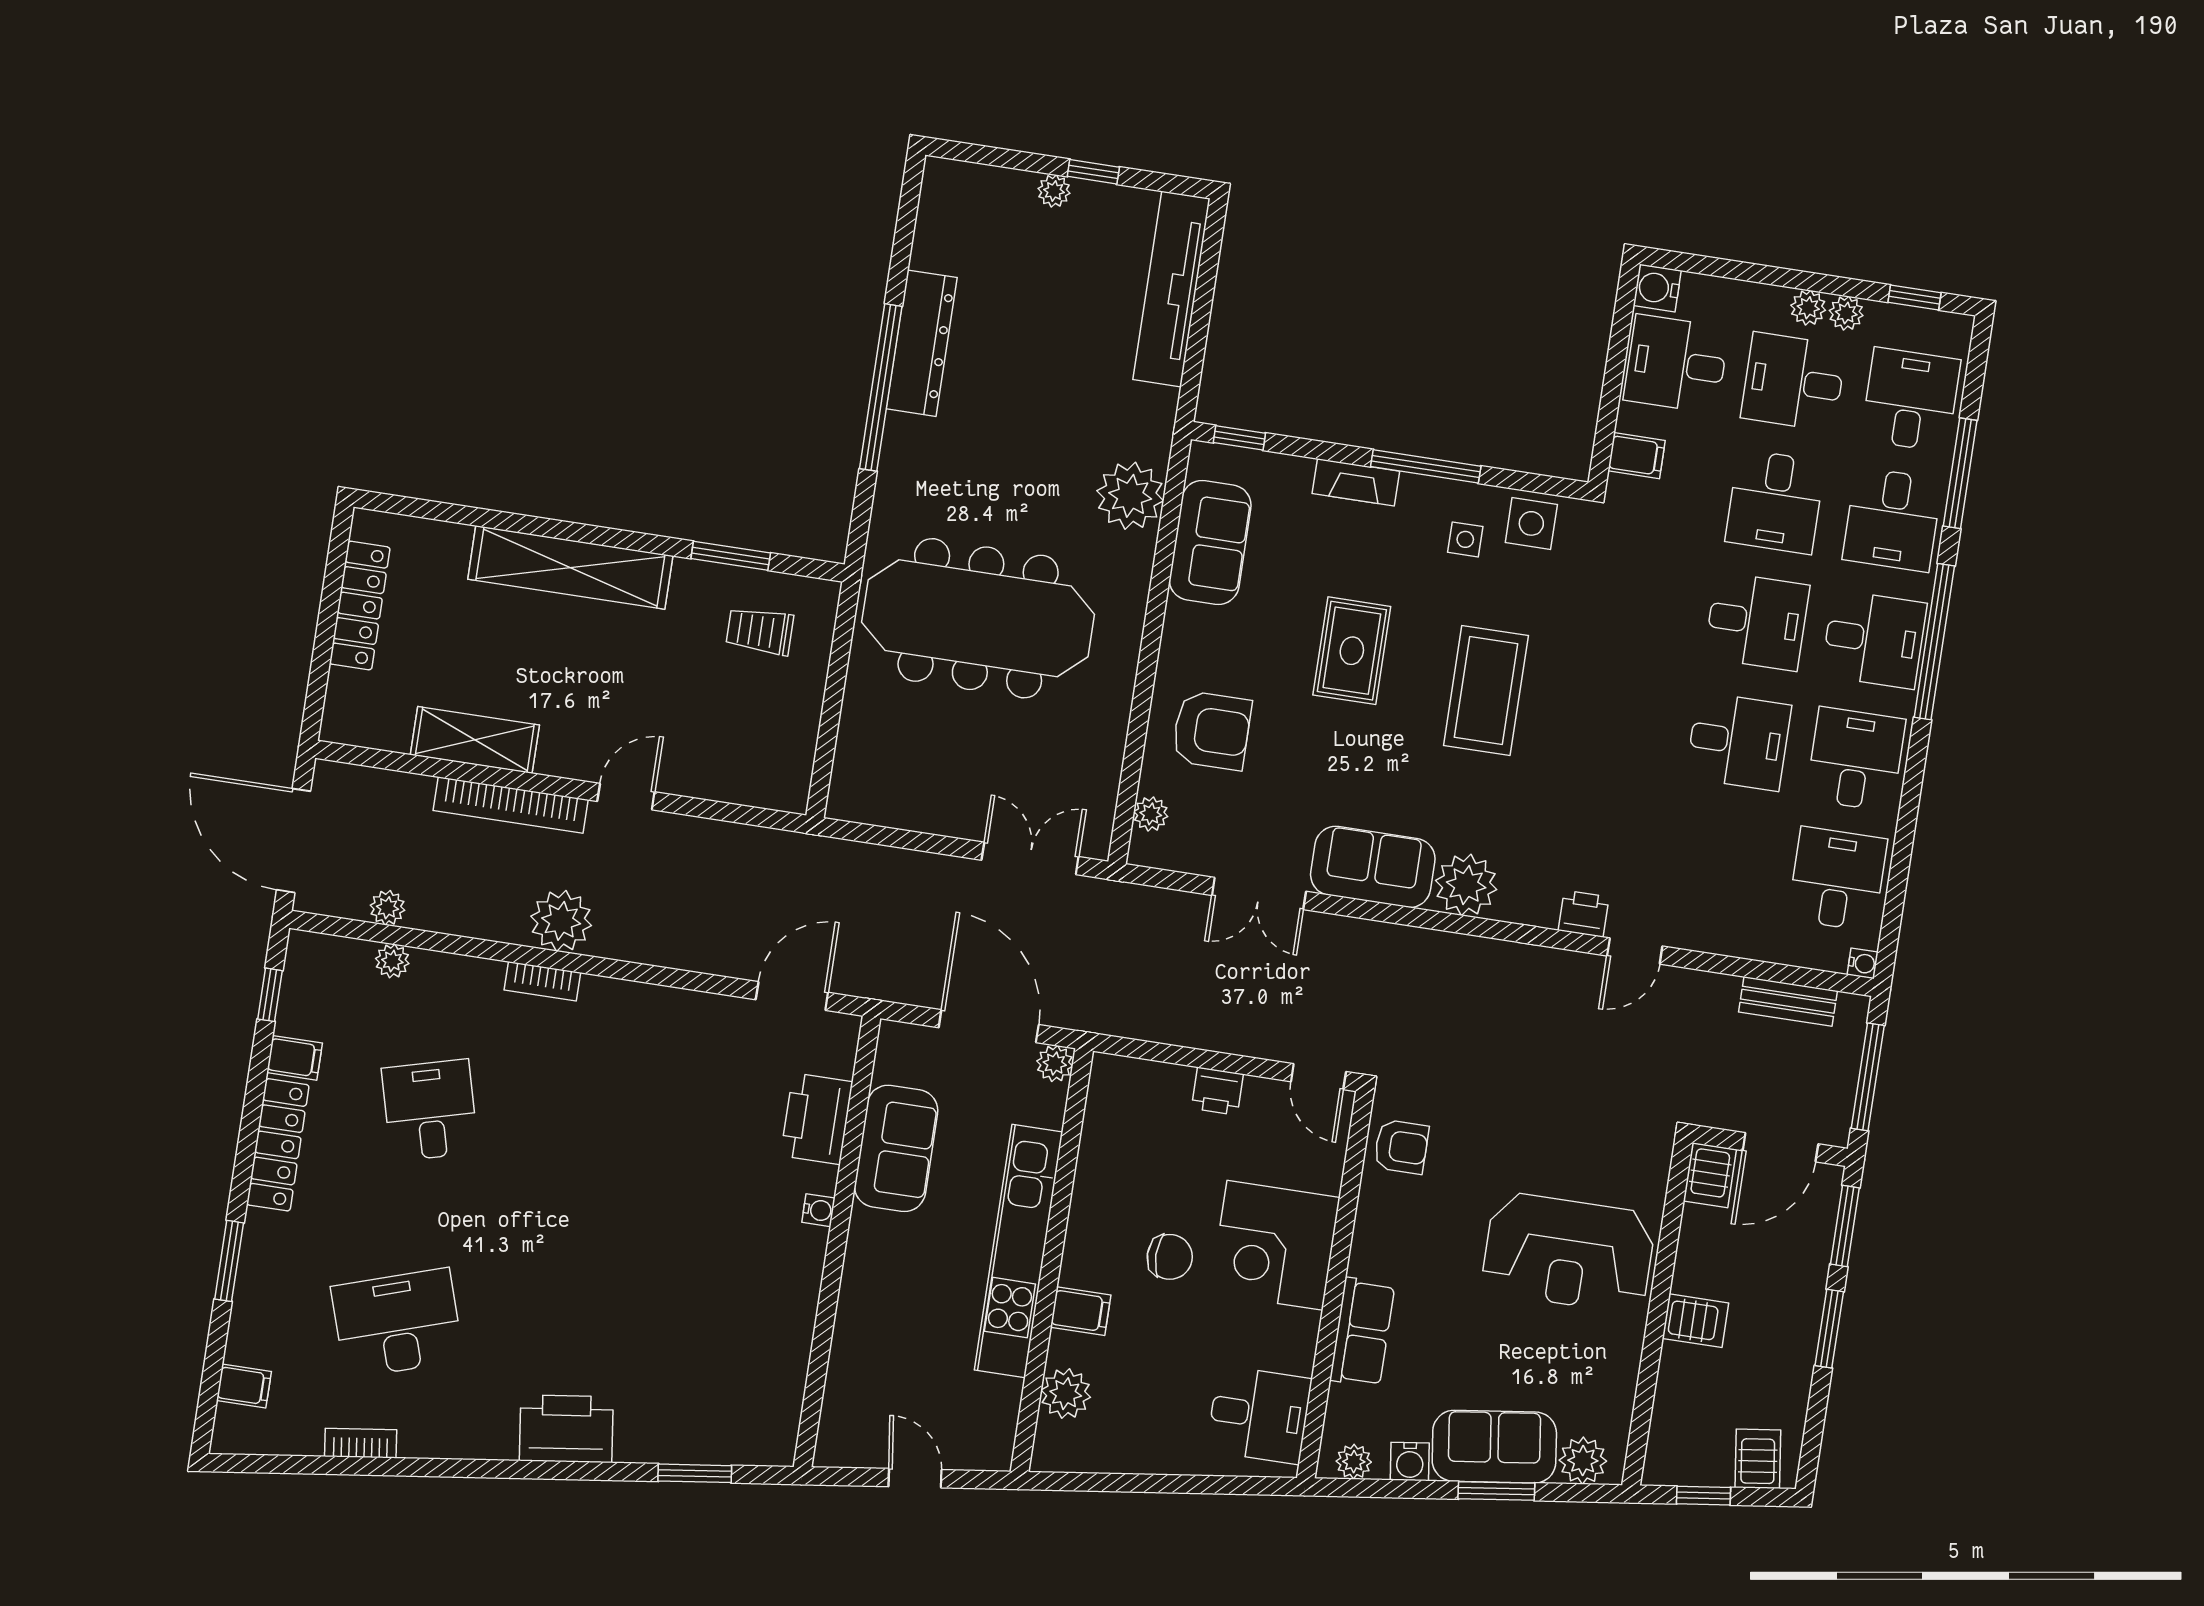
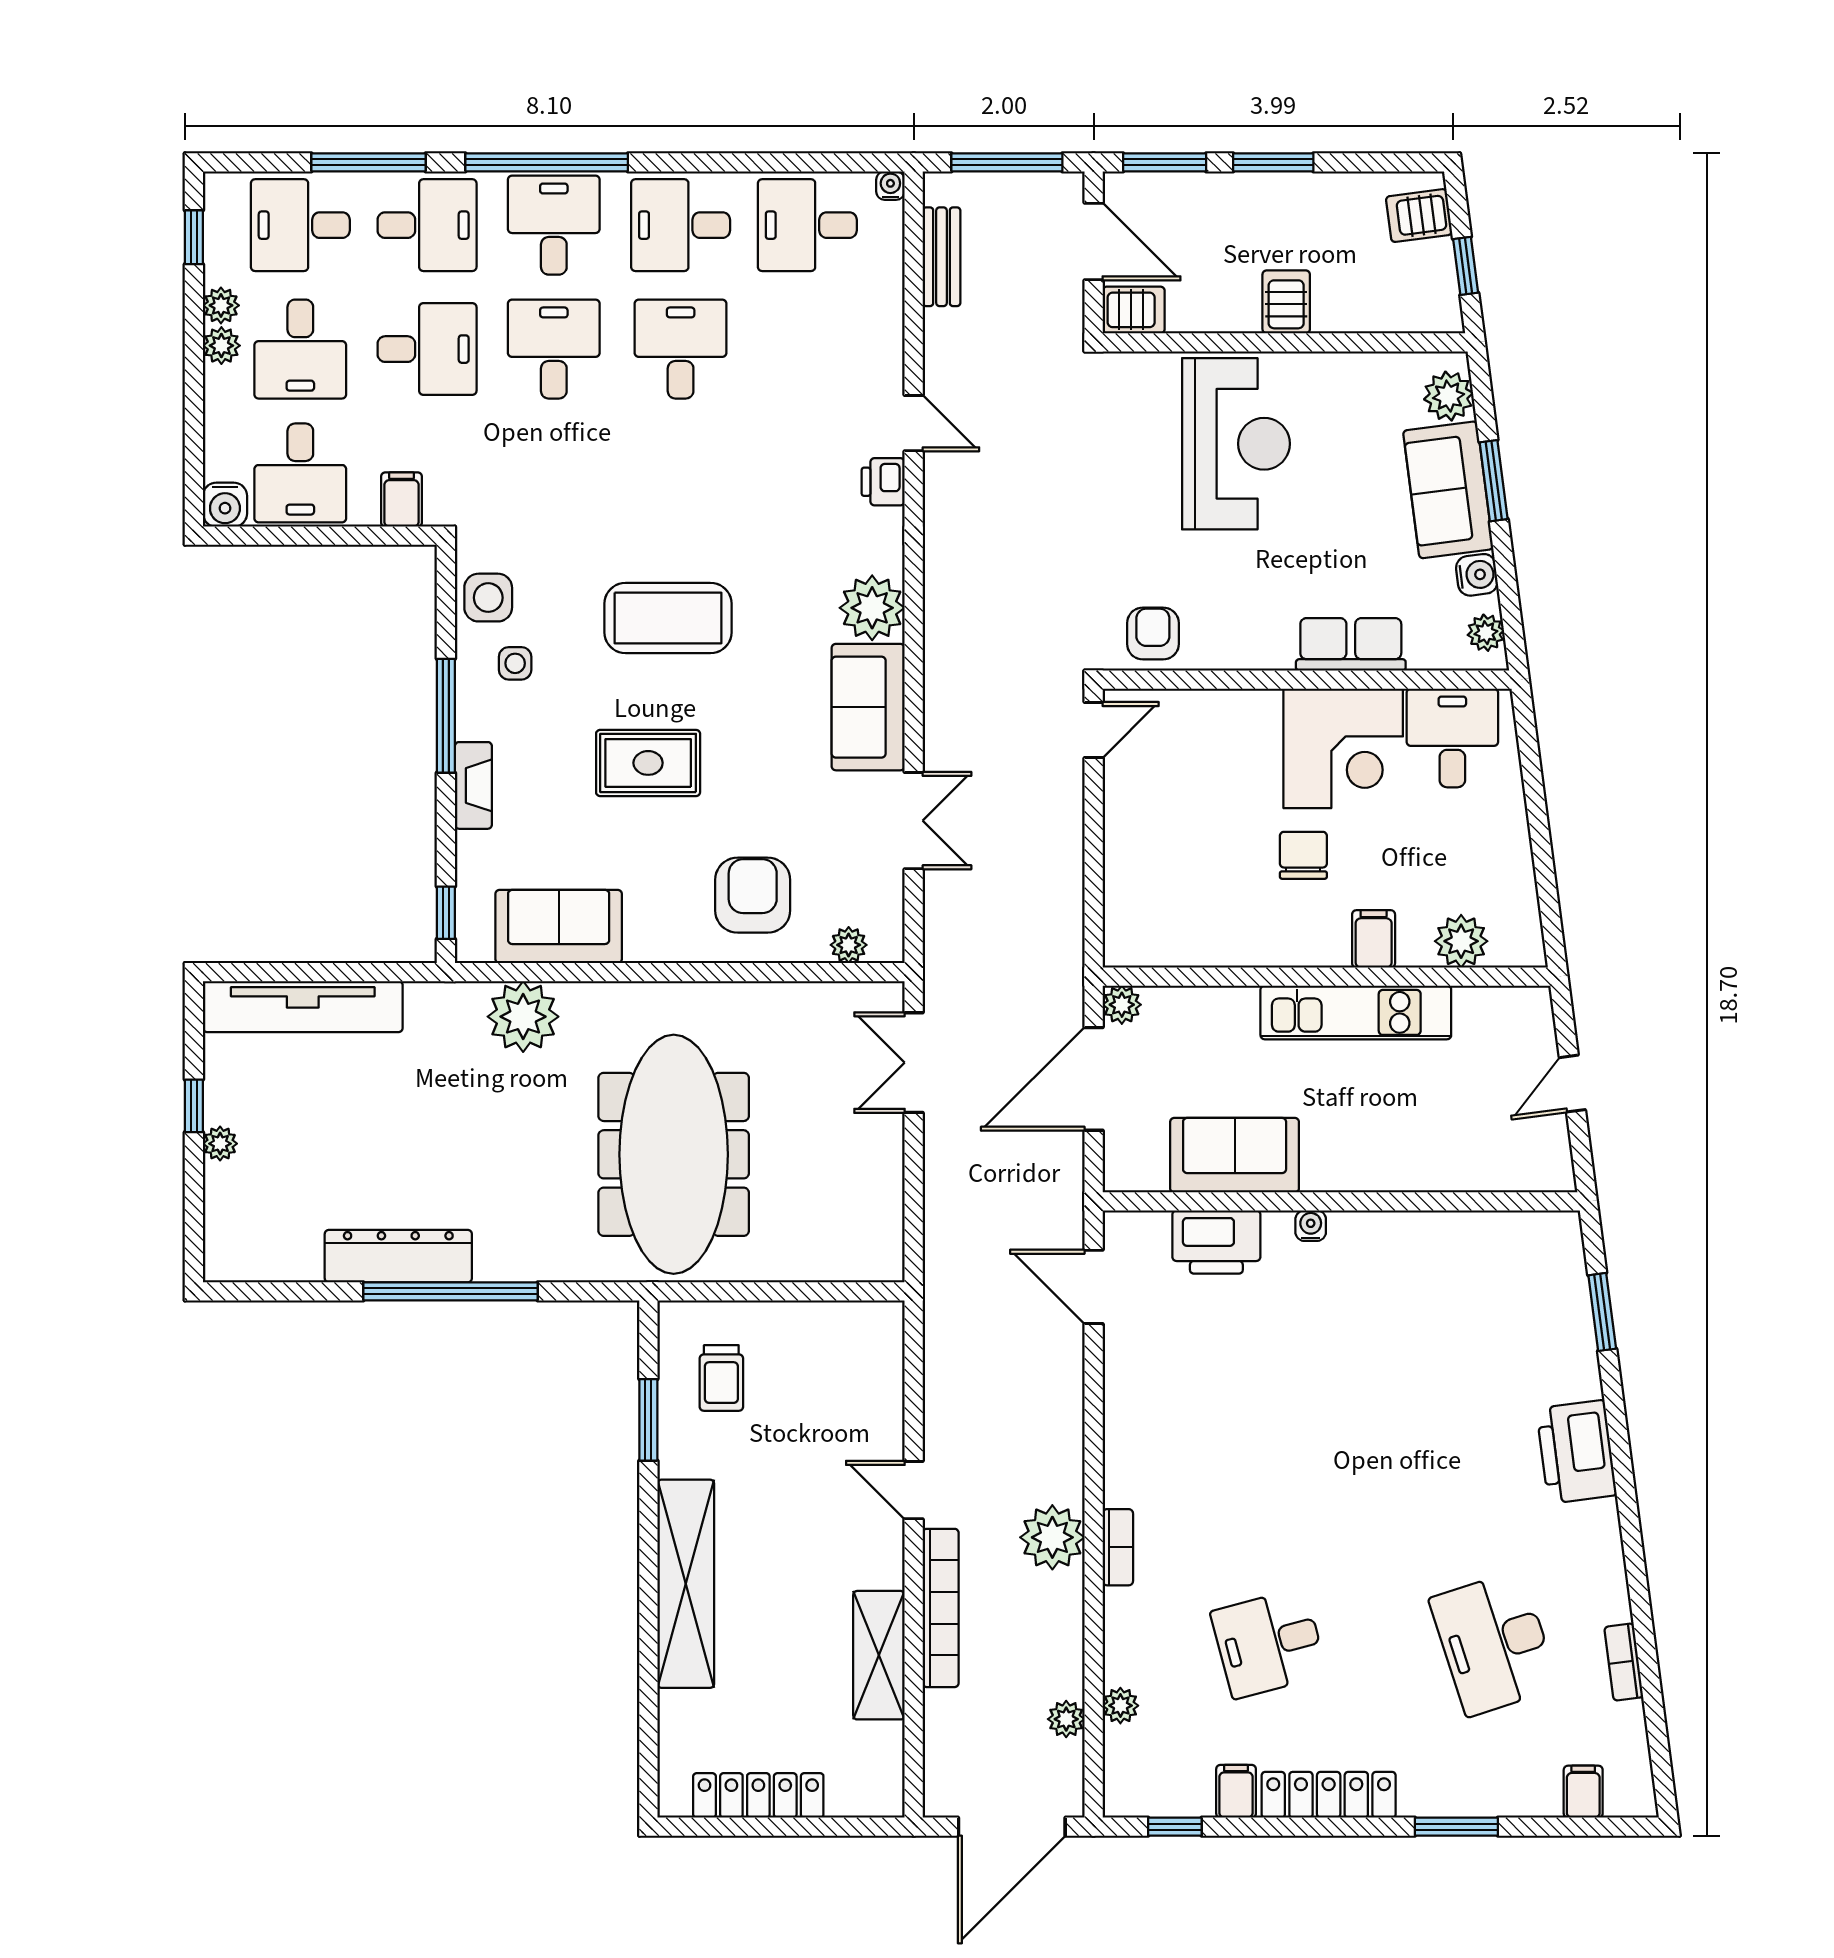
printer: (1217, 1091) -> (1125, 832), removed
corner desk: (1275, 1245) -> (1343, 748), moved
kitchen unit: (1019, 1251) -> (1356, 1012), width x0.73

